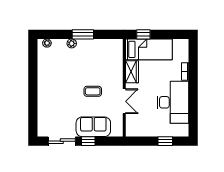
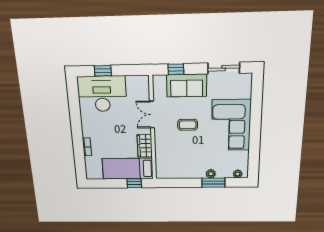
window: (83, 34) -> (213, 183), moved
corner sofa: (54, 90) -> (231, 125), added
desk: (173, 102) -> (102, 94), moved, turned 90
window: (88, 141) -> (176, 69), moved

